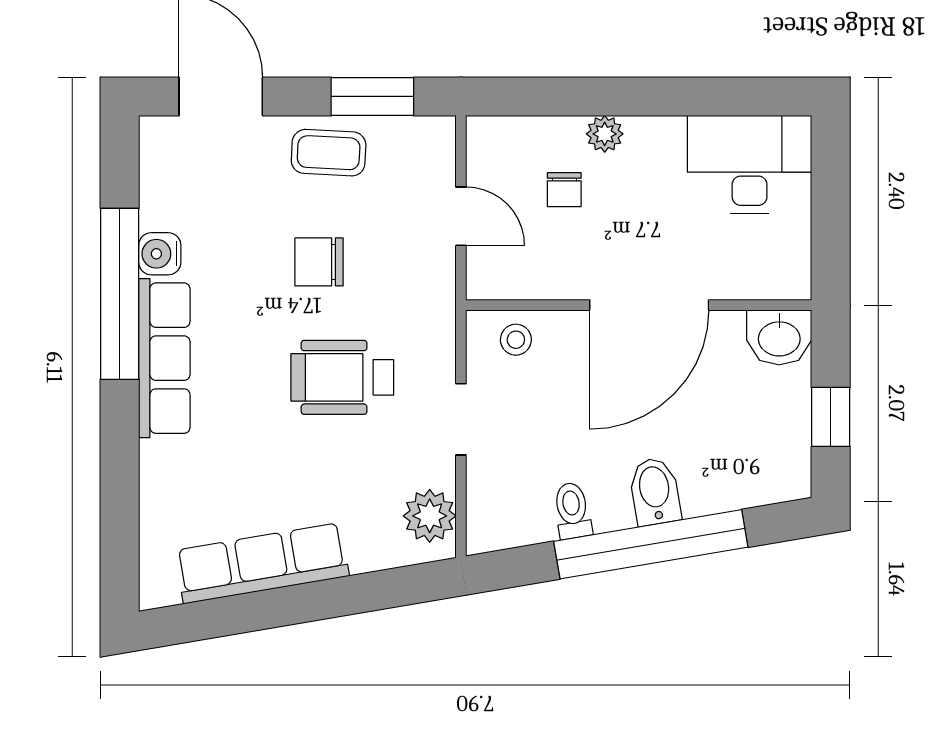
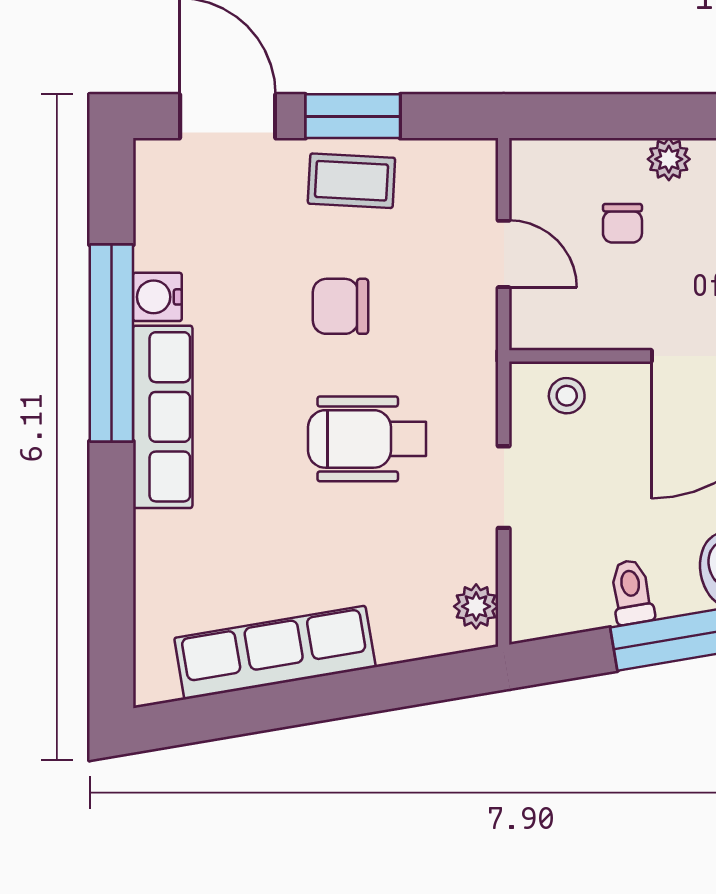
window: (372, 96) -> (353, 116), moved
plant: (430, 516) -> (476, 606), width x0.73, depth x0.73

